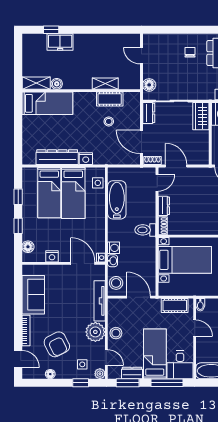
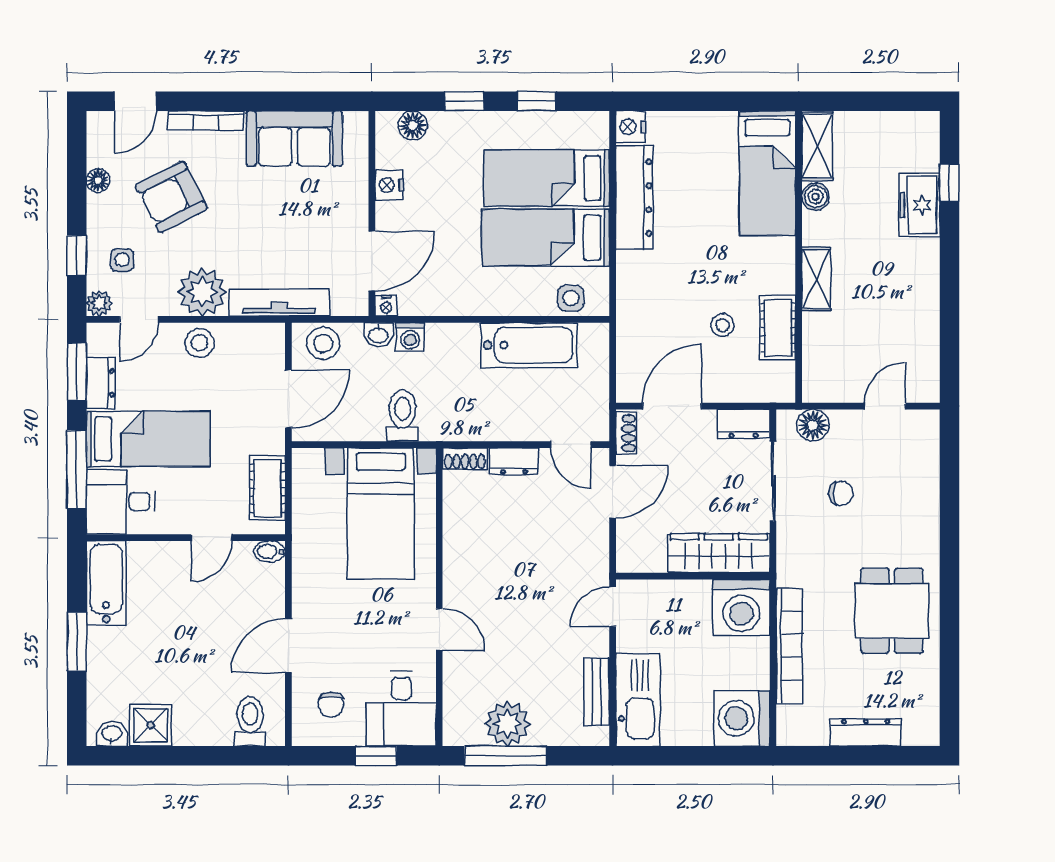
chair: (190, 52) -> (841, 493), moved
shelving: (105, 84) -> (816, 279), moved
wardrobe: (201, 116) -> (719, 553), width x1.50
nightstand: (86, 159) -> (631, 127), moved
toilet: (145, 230) -> (403, 416), moved

